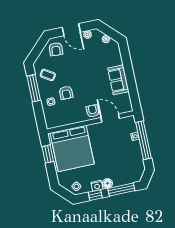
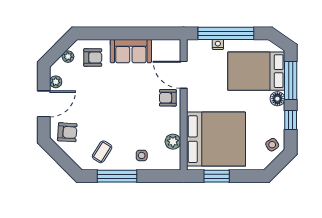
armchair: (66, 93) -> (93, 58), moved
door: (110, 118) -> (184, 75), hinge flipped
plant: (64, 120) -> (173, 142), added
bed: (123, 165) -> (256, 71), added
nightstand: (97, 186) -> (278, 115), removed

